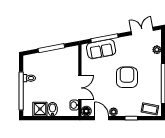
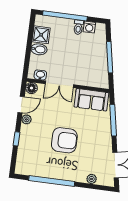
sofa: (101, 49) -> (91, 100), moved, turned -79
washing machine: (28, 69) -> (89, 27), added
coffee table: (150, 109) -> (24, 162), removed

